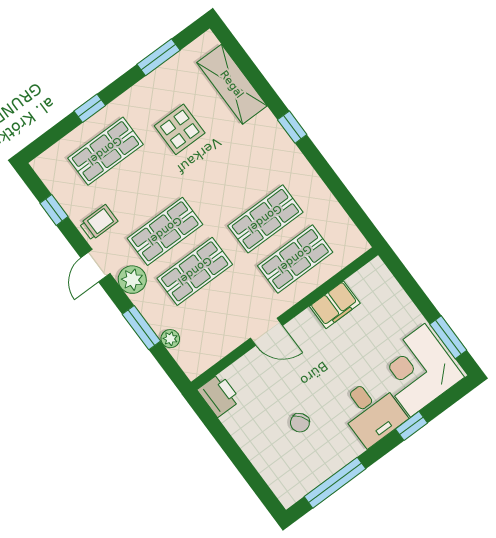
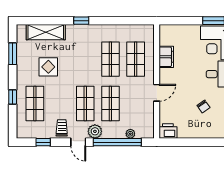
window: (141, 328) -> (117, 142), width x2.11

